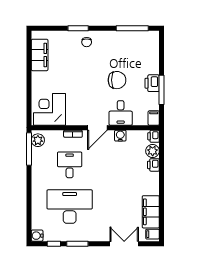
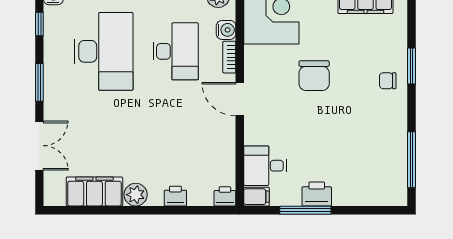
chair: (117, 80) -> (314, 76), moved
desk: (121, 113) -> (265, 166), moved
water cooler: (120, 136) -> (226, 30), moved
plant: (153, 151) -> (136, 195), moved
desk: (70, 165) -> (176, 51), width x1.37
filing cabinet: (152, 234) -> (56, 194), removed
window: (77, 244) -> (39, 82), moved

